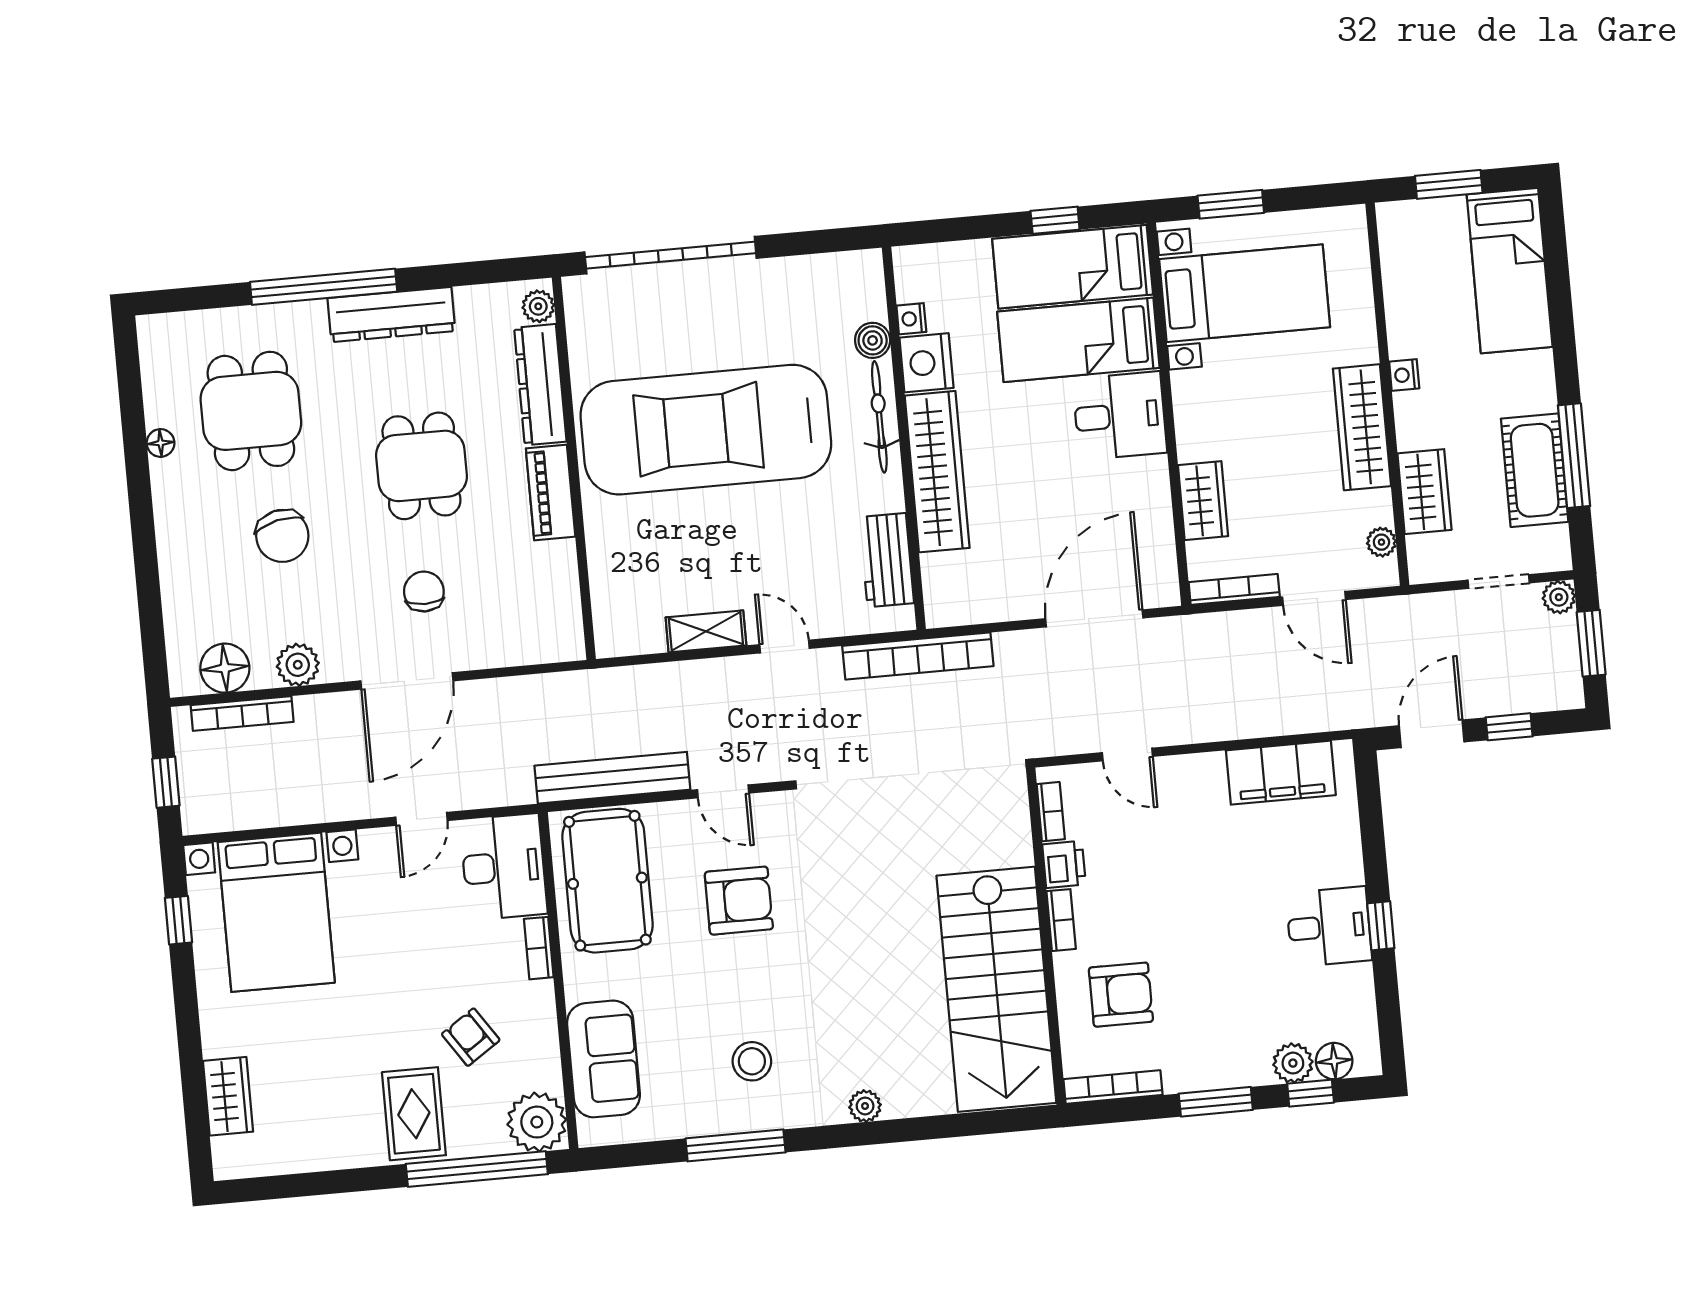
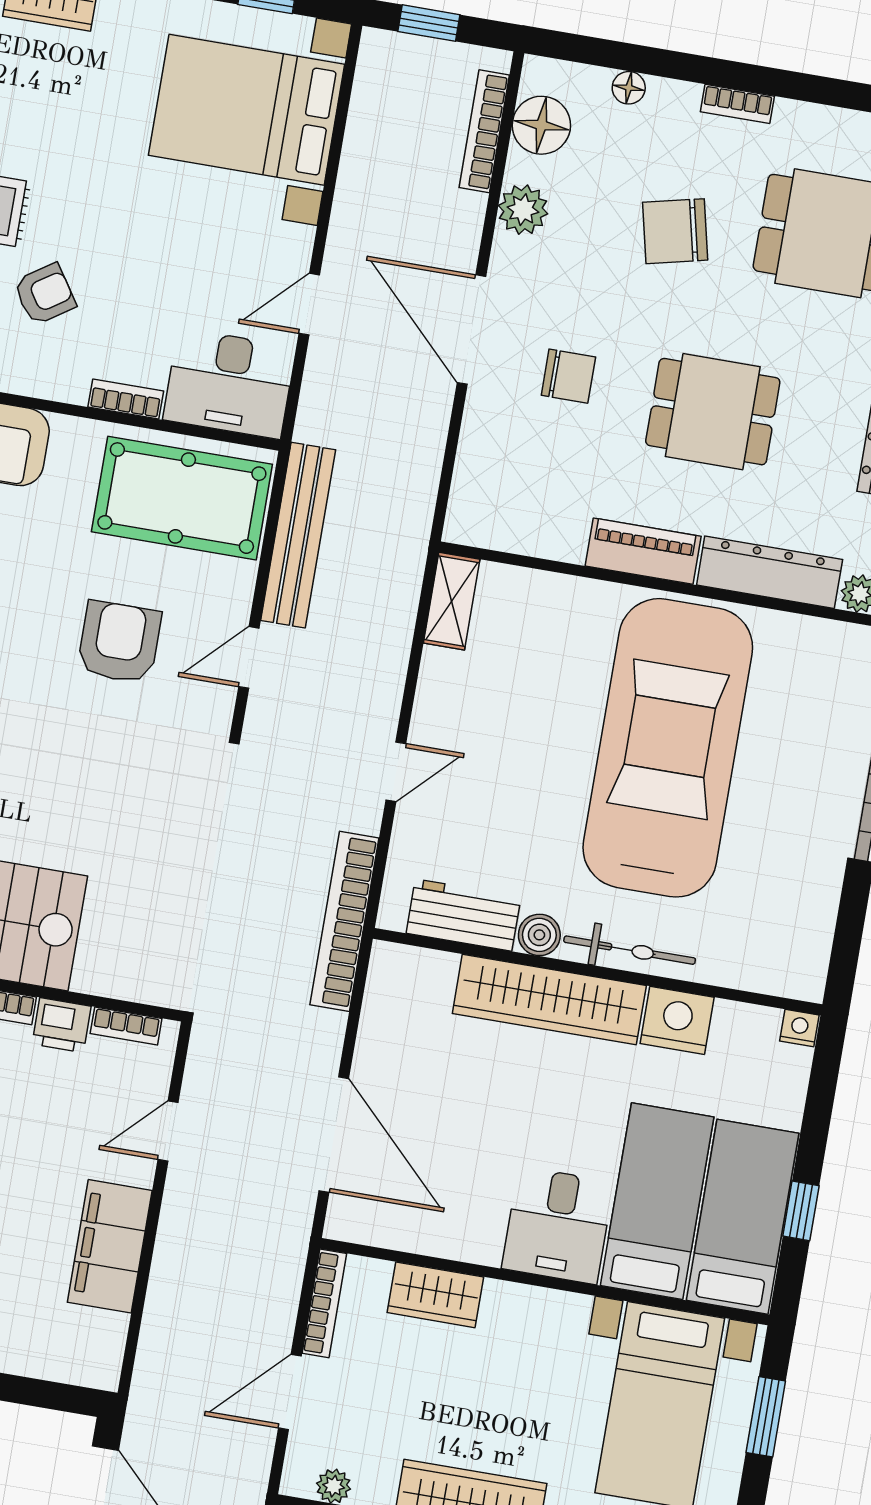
nightstand: (911, 319) -> (799, 1028), moved
boiler: (873, 340) -> (539, 935), moved
floor lamp: (161, 443) -> (629, 88), moved
bookcase: (165, 513) -> (737, 104), added
shelving: (706, 631) -> (452, 601), moved
filing cabinet: (1281, 773) -> (110, 1246), moved
door: (421, 819) -> (309, 304), hinge flipped
armchair: (739, 901) -> (119, 642), turned 180

